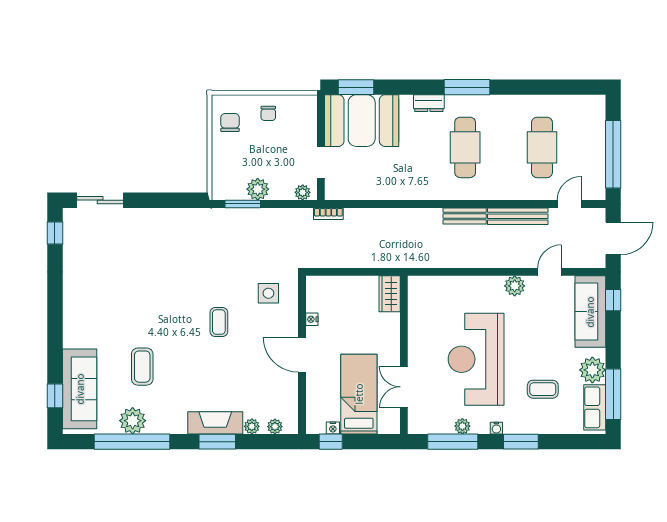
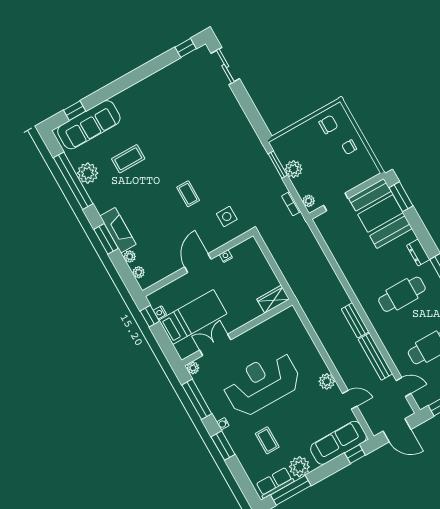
bookcase: (328, 214) -> (291, 204), moved
coffee table: (219, 322) -> (188, 194), turned 90
plant: (462, 426) -> (193, 368), moved

